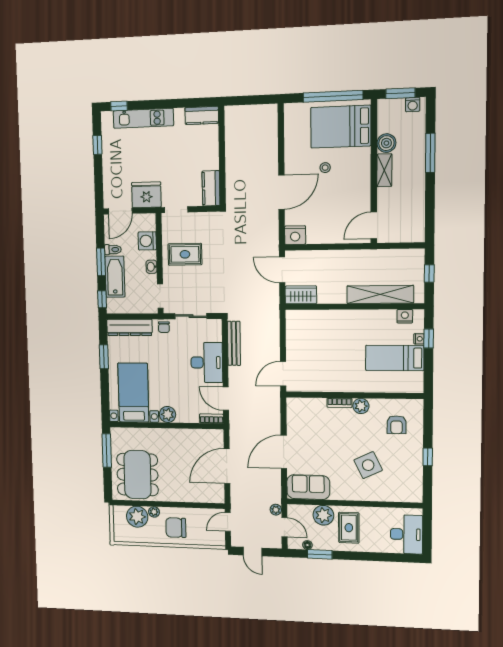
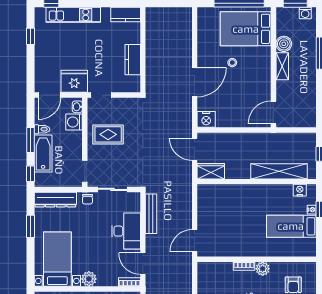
kitchen counter: (211, 188) -> (133, 60), moved
washbasin: (151, 267) -> (77, 107), moved

